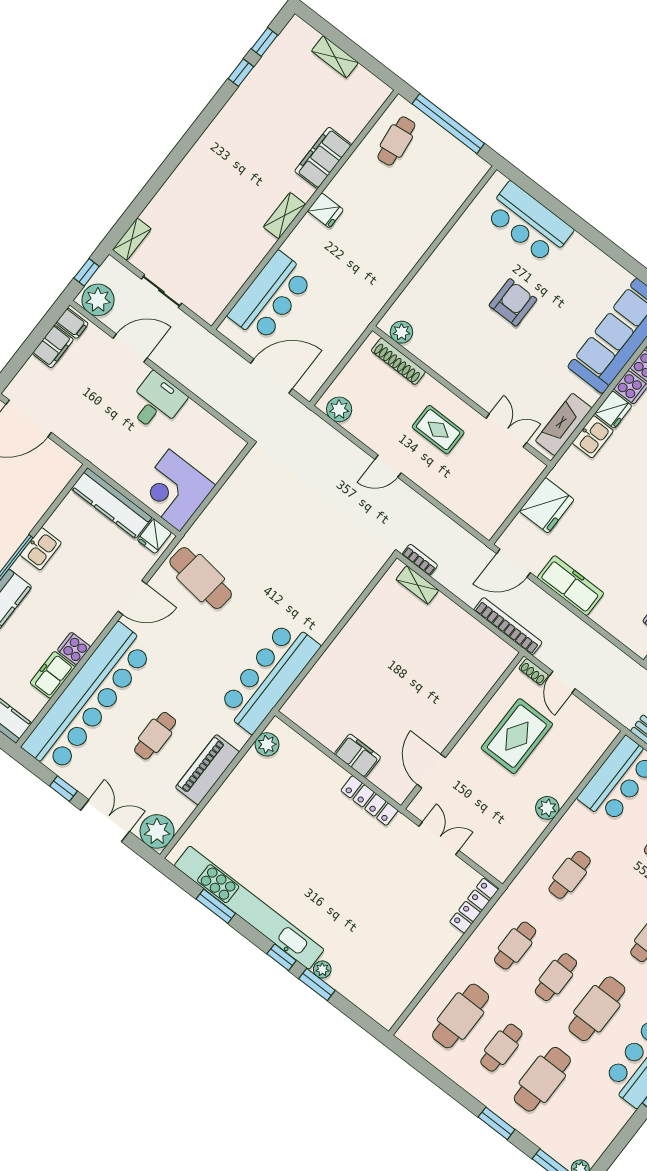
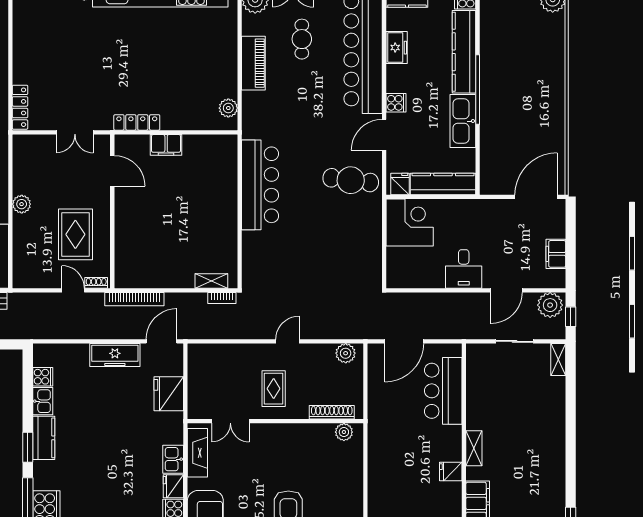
filing cabinet: (72, 323) -> (555, 278), removed
rug: (438, 430) -> (274, 389), turned 90
kitchen sink: (41, 549) -> (463, 121), width x1.87, depth x1.24
cooker: (74, 649) -> (396, 103), moved
bar counter: (269, 677) -> (260, 185), moved
cafe table: (155, 736) -> (302, 39), moved

